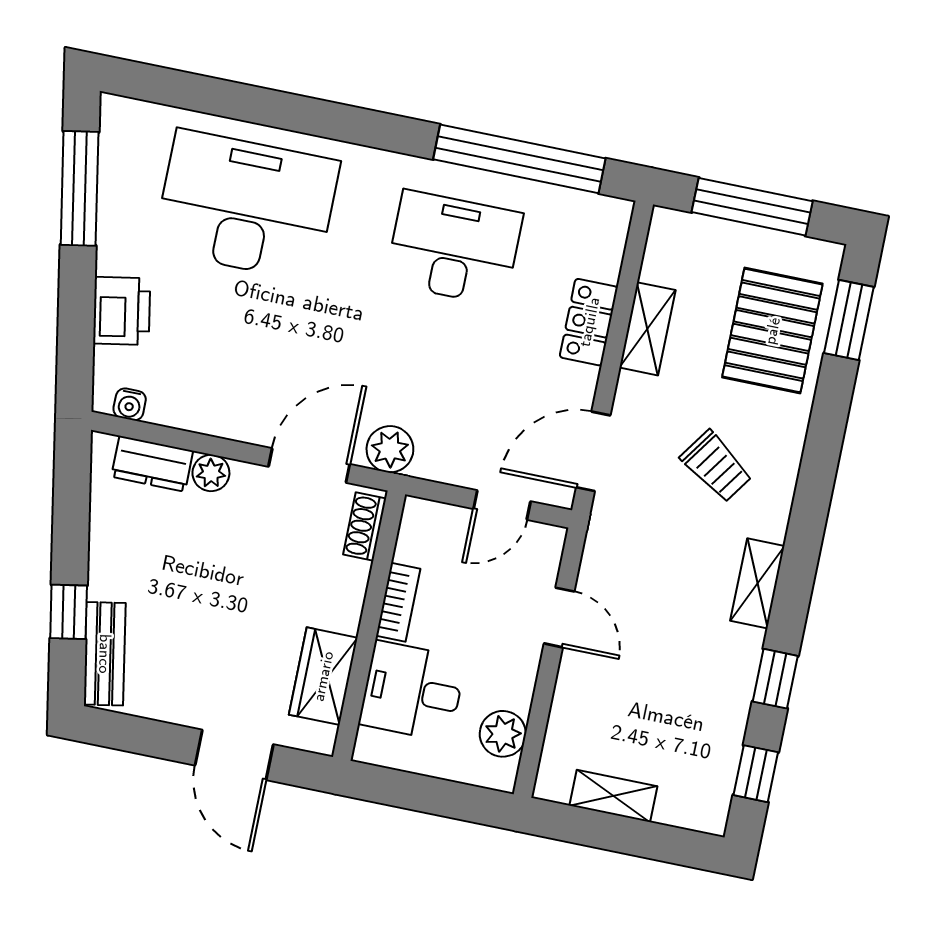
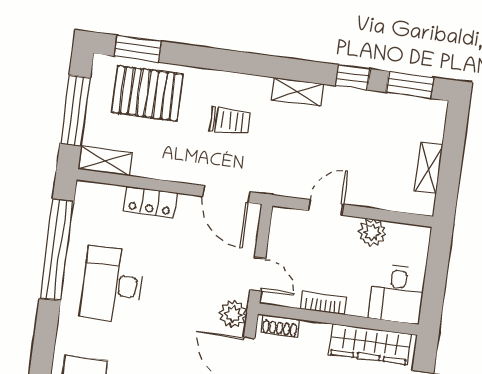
shelving: (647, 329) -> (105, 161), moved
trolley: (716, 466) -> (230, 121), turned 55
door: (502, 505) -> (258, 274), moved
wardrobe: (323, 676) -> (370, 344), width x1.50
desk: (412, 691) -> (397, 294), moved
plant: (503, 734) -> (372, 233), moved
window: (756, 774) -> (410, 85), width x1.50

